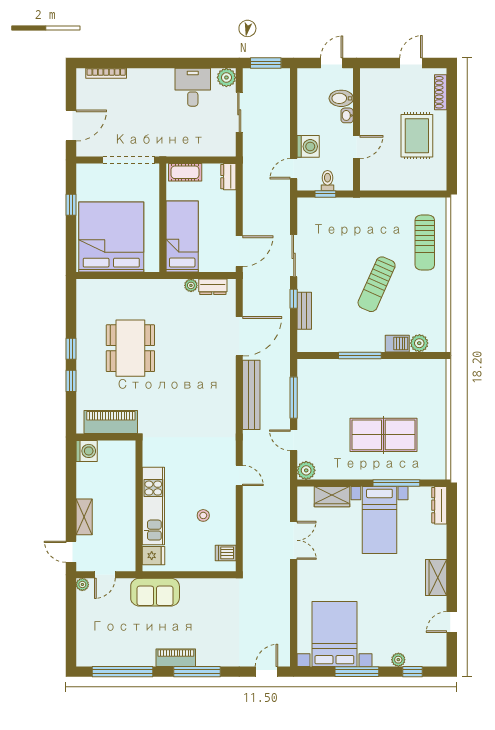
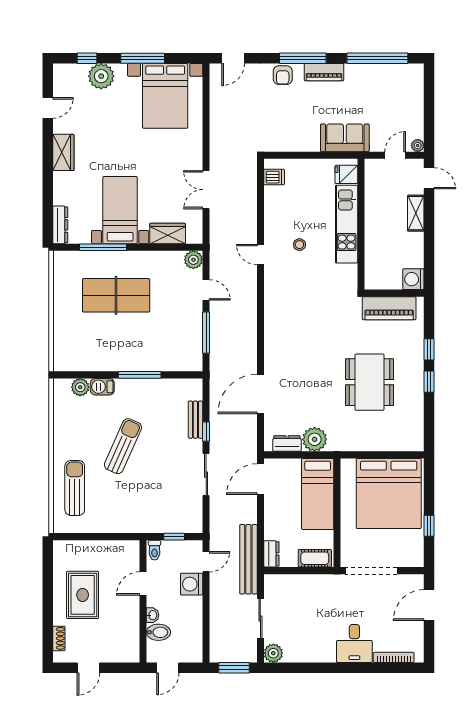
desk: (193, 87) -> (354, 643), moved
shoe rack: (441, 92) -> (59, 638), width x0.70
toilet: (328, 180) -> (154, 550), moved
plant: (191, 285) -> (315, 439), width x1.88, depth x1.88
bench: (251, 395) -> (248, 559), moved
stool: (203, 515) -> (299, 245), moved
armchair: (217, 655) -> (283, 75), added
plant: (398, 660) -> (101, 76), width x1.88, depth x1.88

